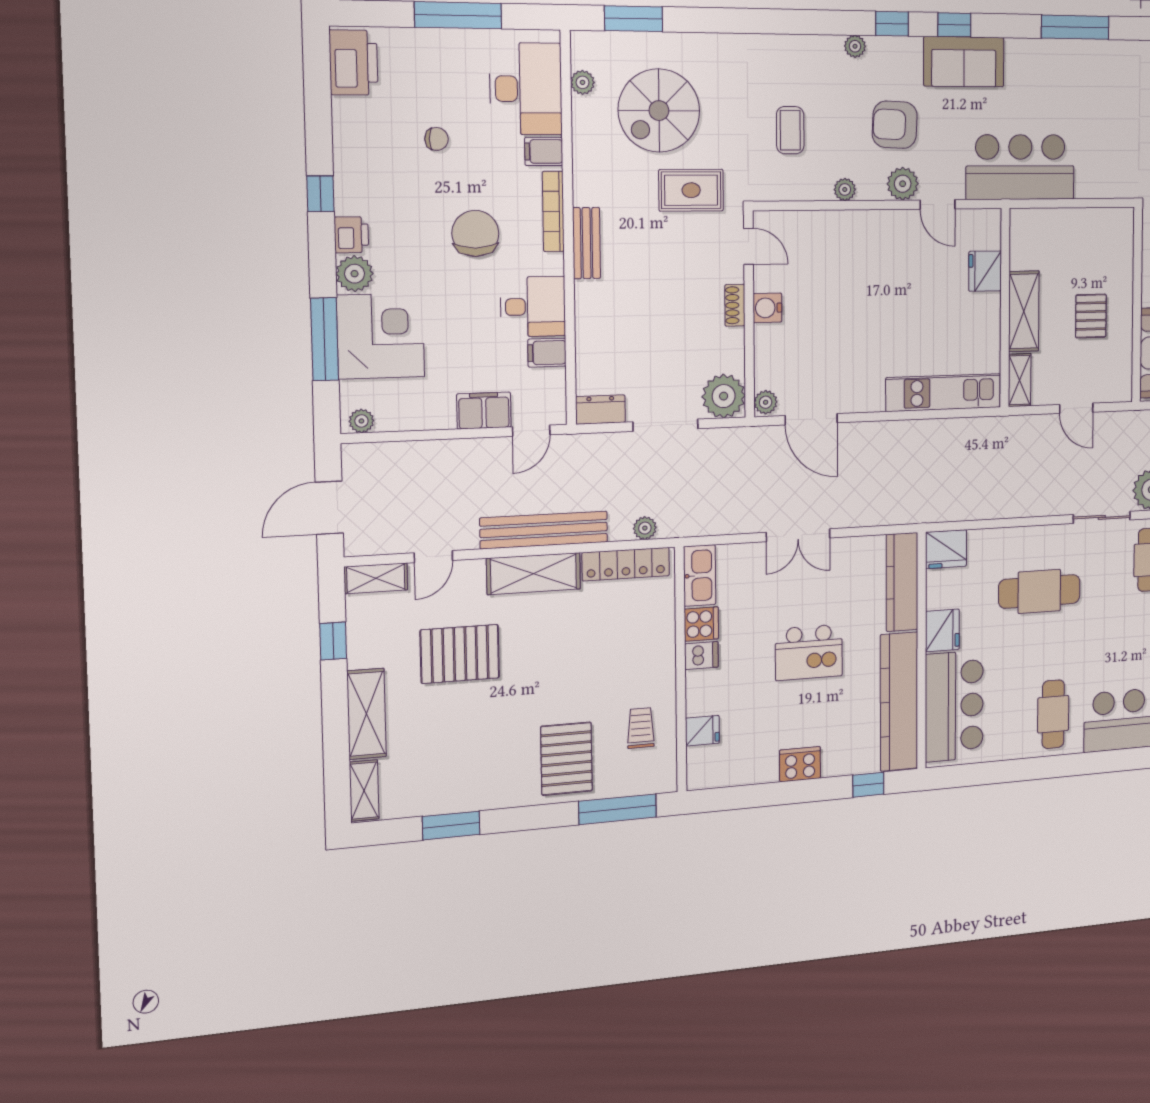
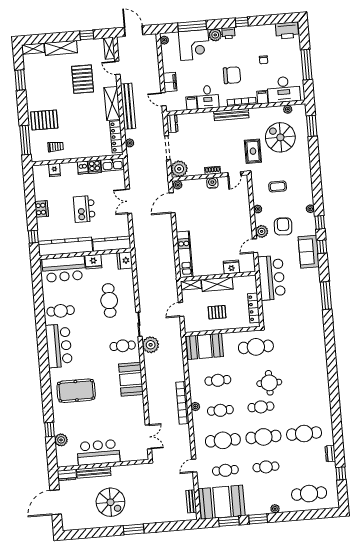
locker: (1089, 220) -> (254, 308), added
bench: (587, 243) -> (231, 115), width x1.36

